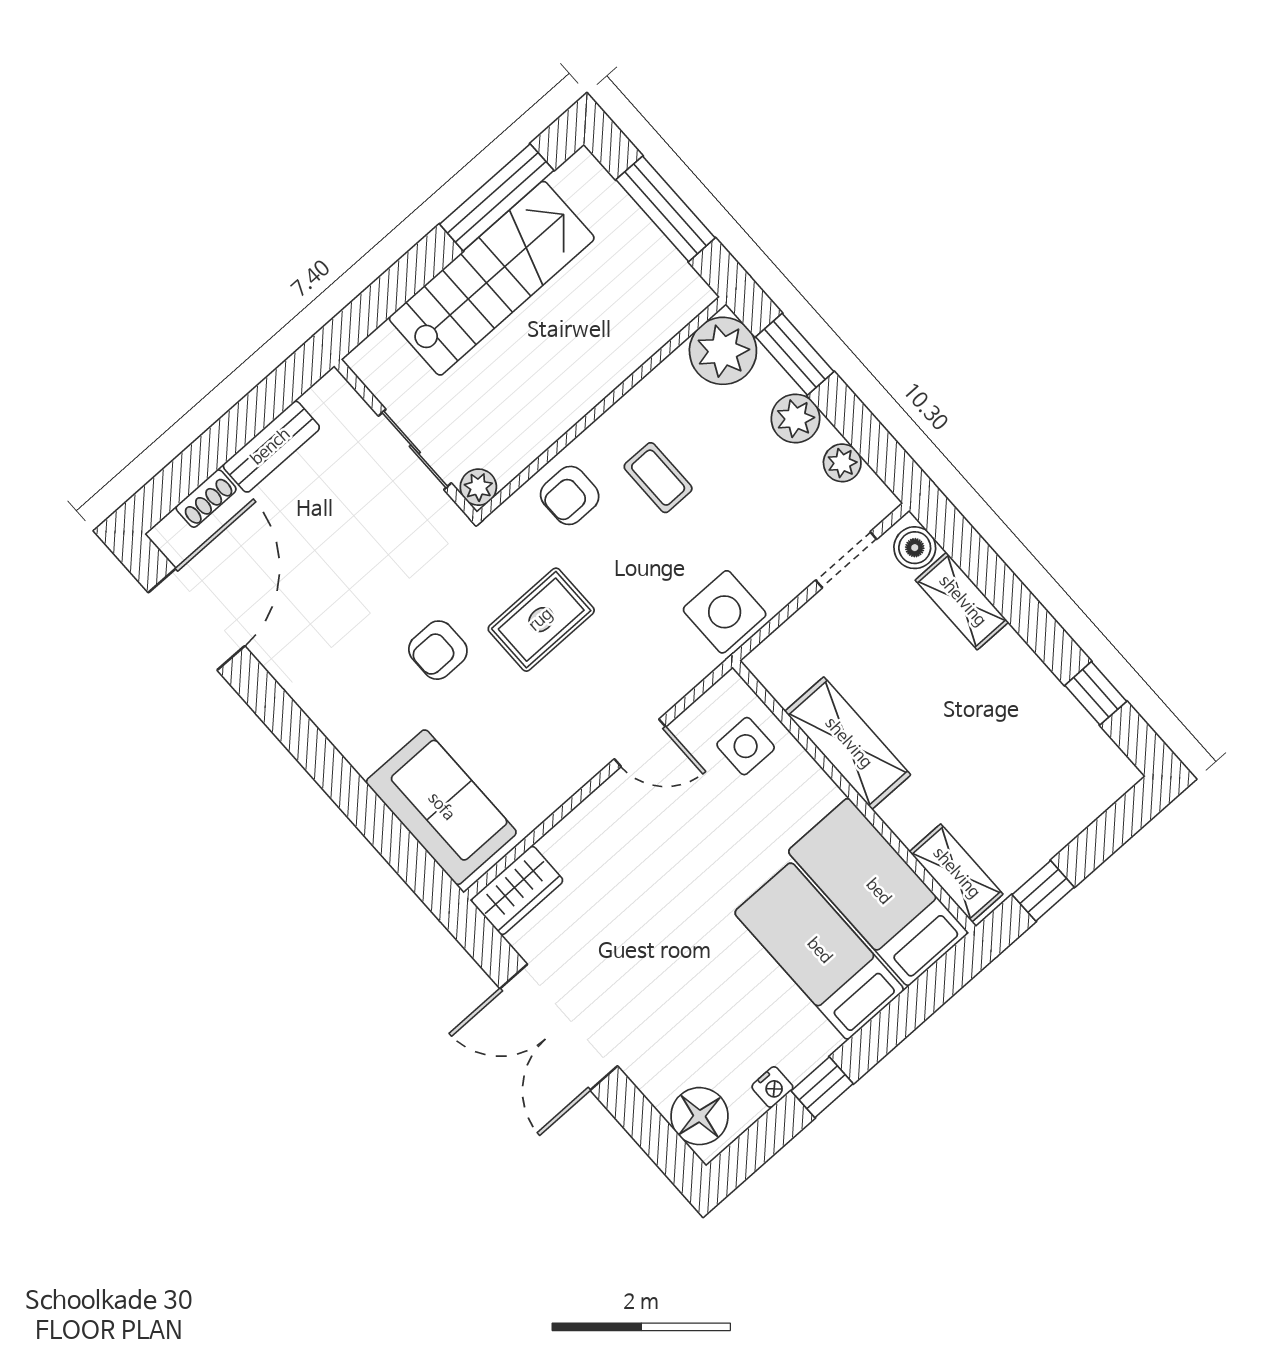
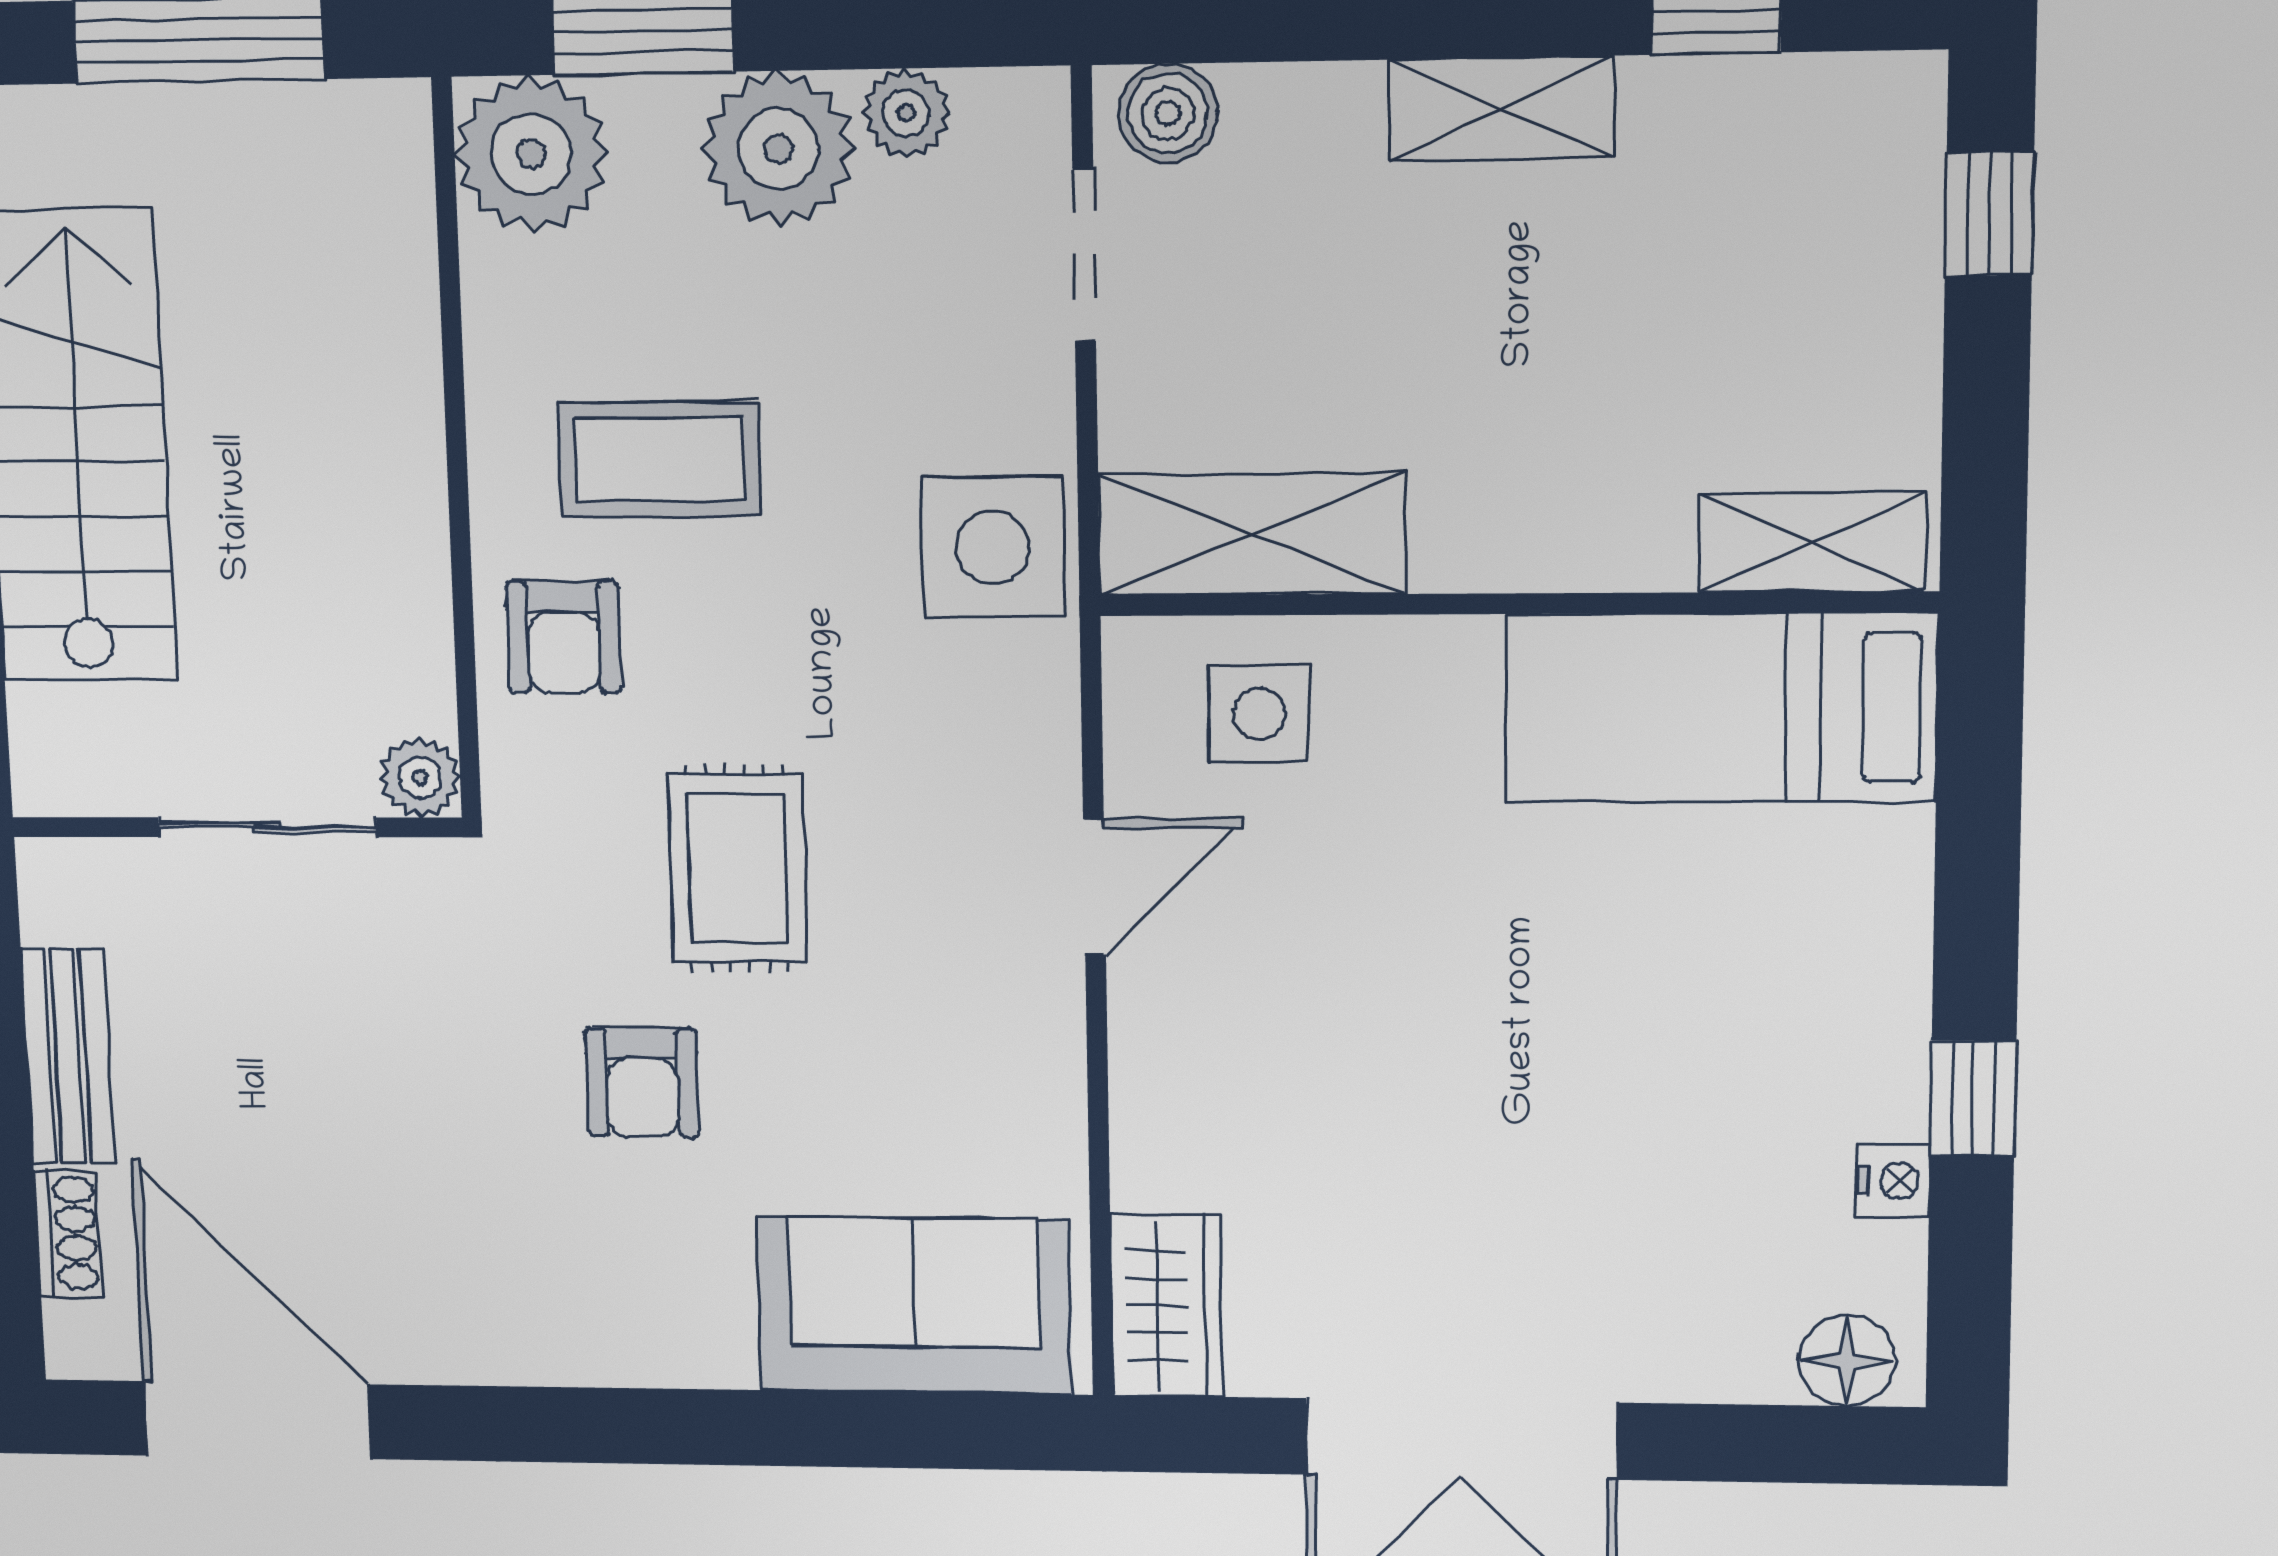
plant: (795, 418) -> (778, 149), width x1.36, depth x1.36
coffee table: (658, 478) -> (660, 459), width x1.36, depth x1.30
shelving: (962, 601) -> (1501, 108), moved
shelving: (848, 743) -> (1252, 534), moved
window: (1043, 891) -> (1989, 214), moved
bed: (819, 951) -> (1731, 898), removed
floor lamp: (699, 1116) -> (1847, 1361), width x0.73, depth x0.73

